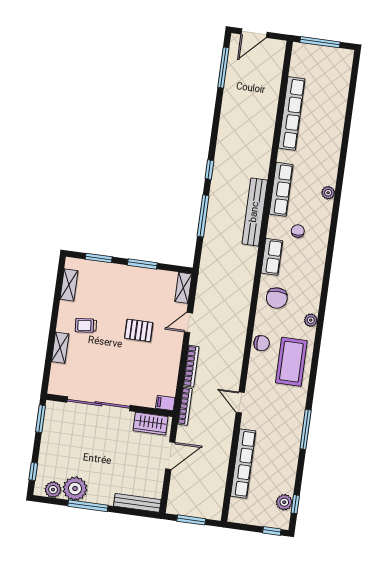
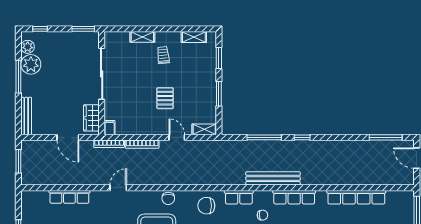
row of seats: (243, 464) -> (69, 197), width x0.73

